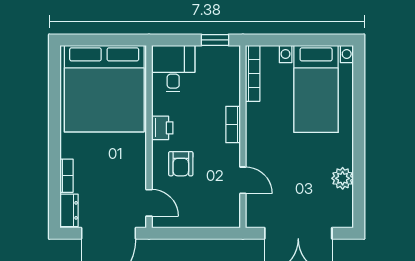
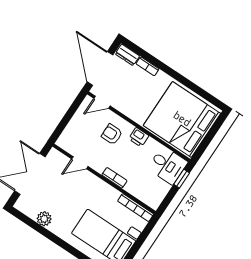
window: (215, 40) -> (182, 179), moved

